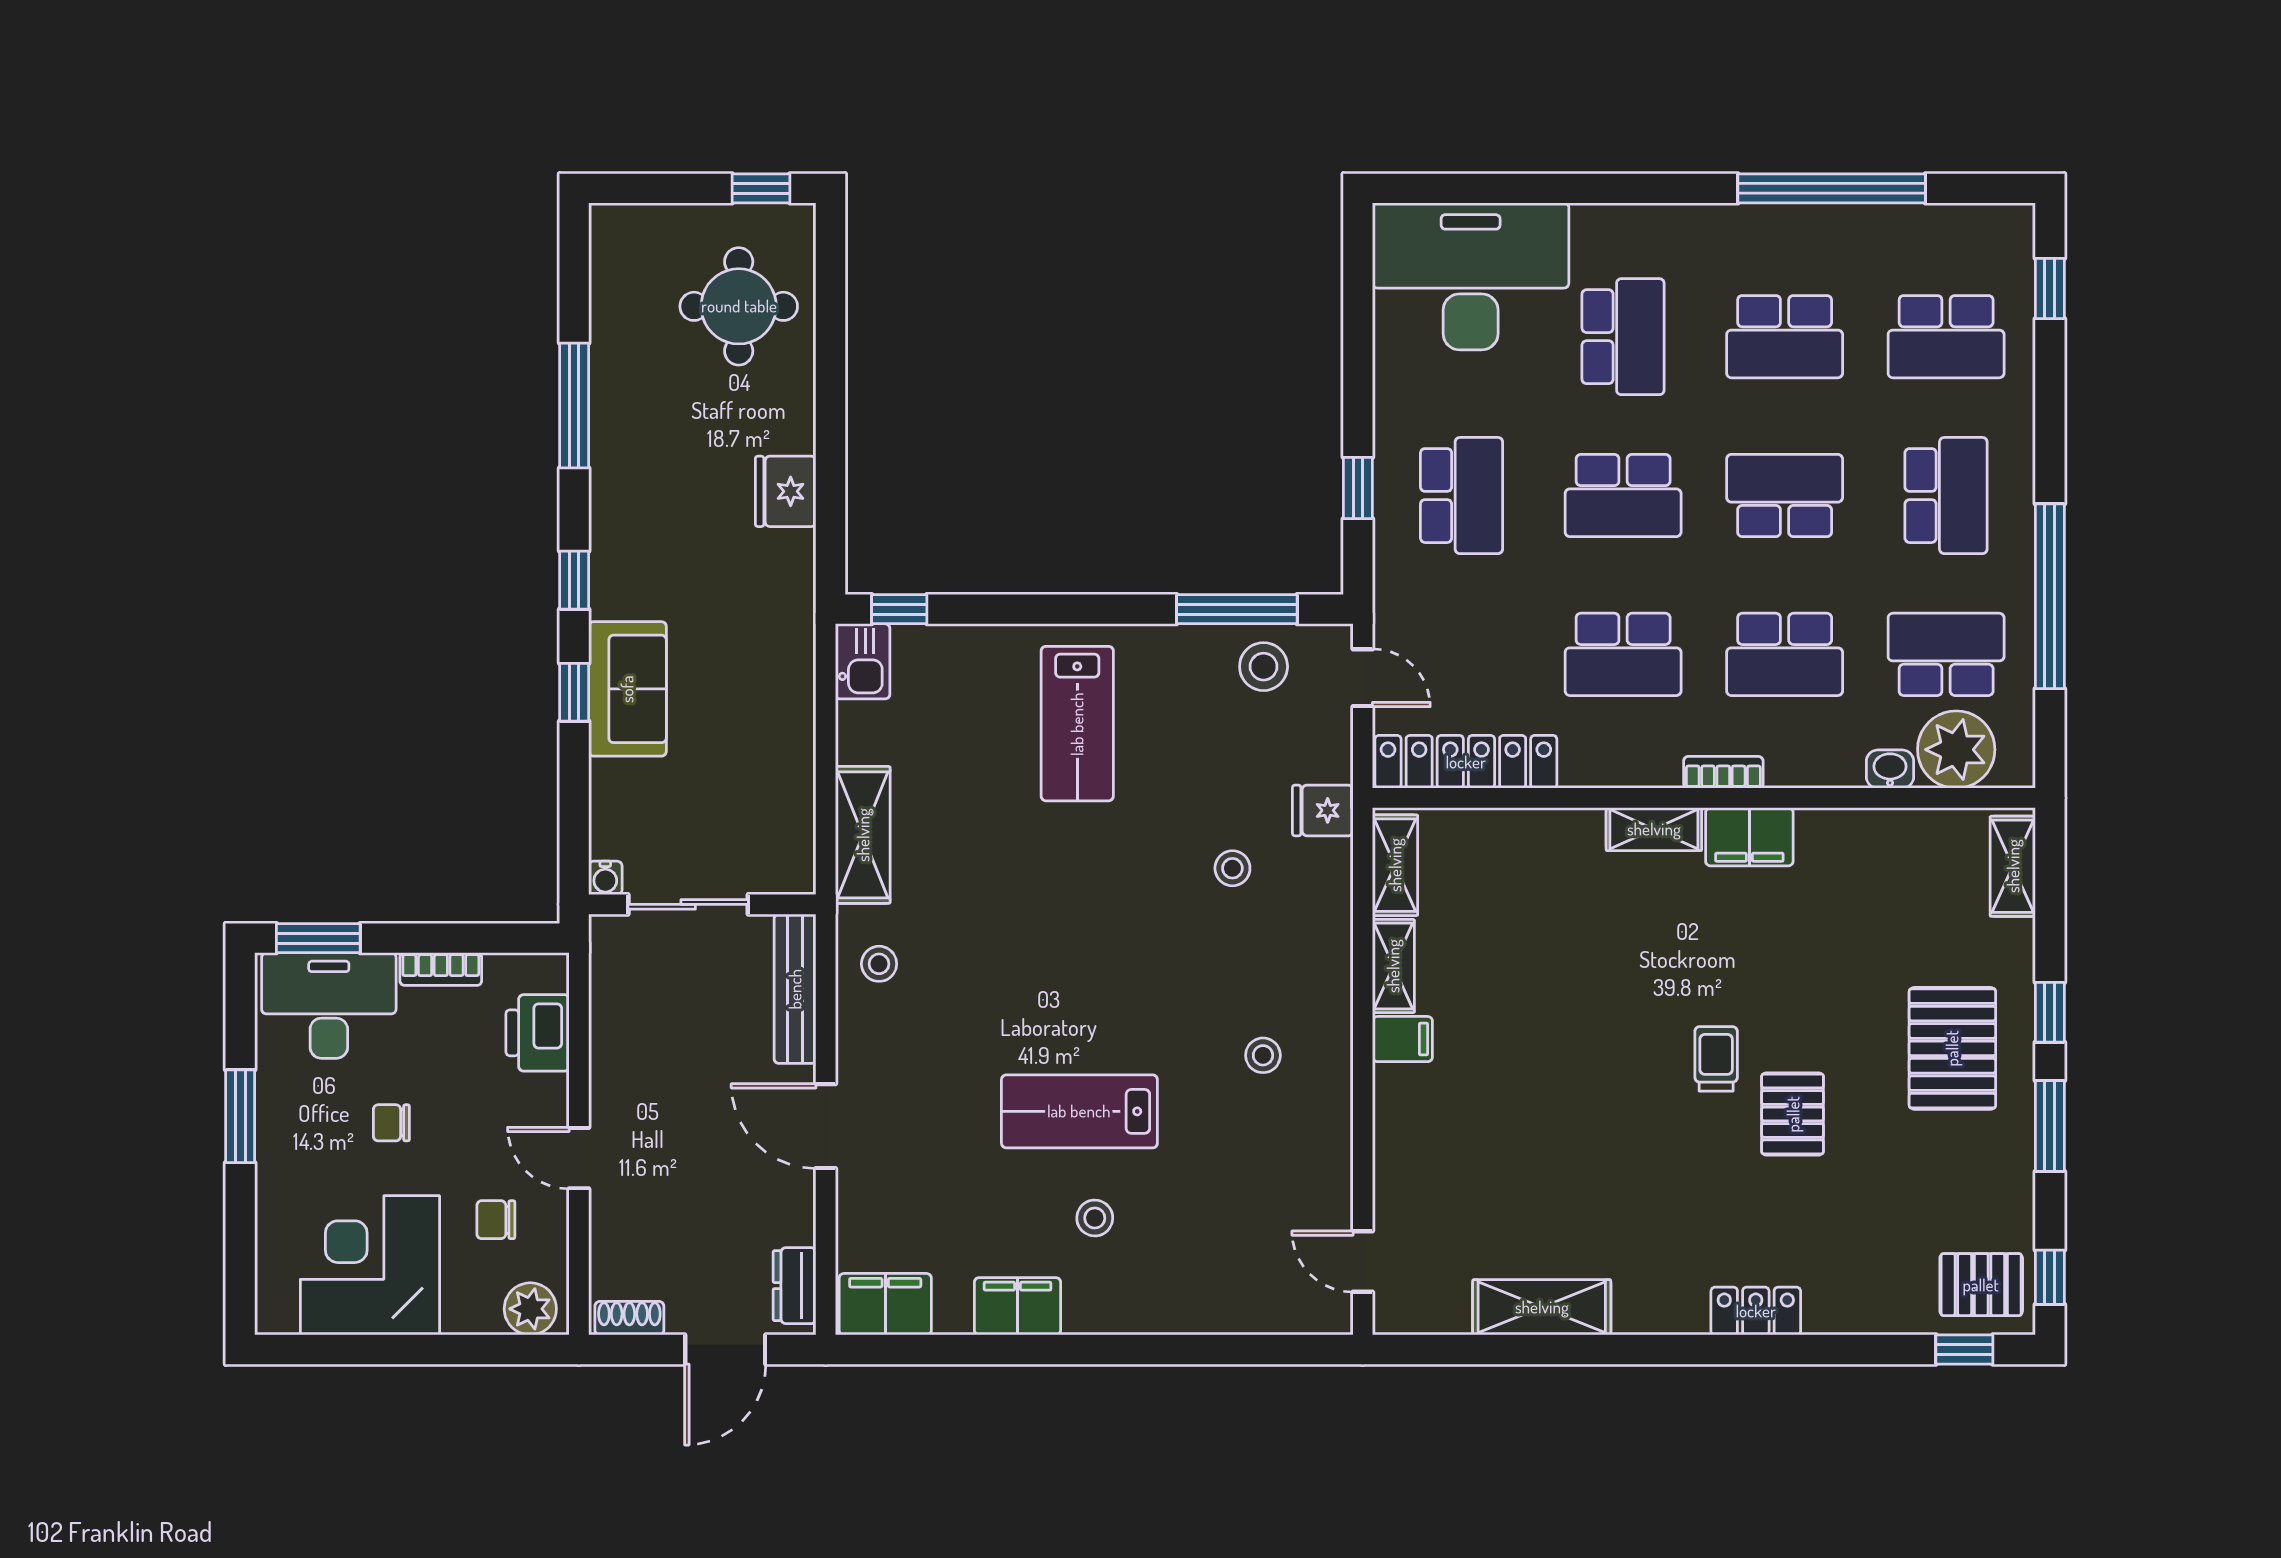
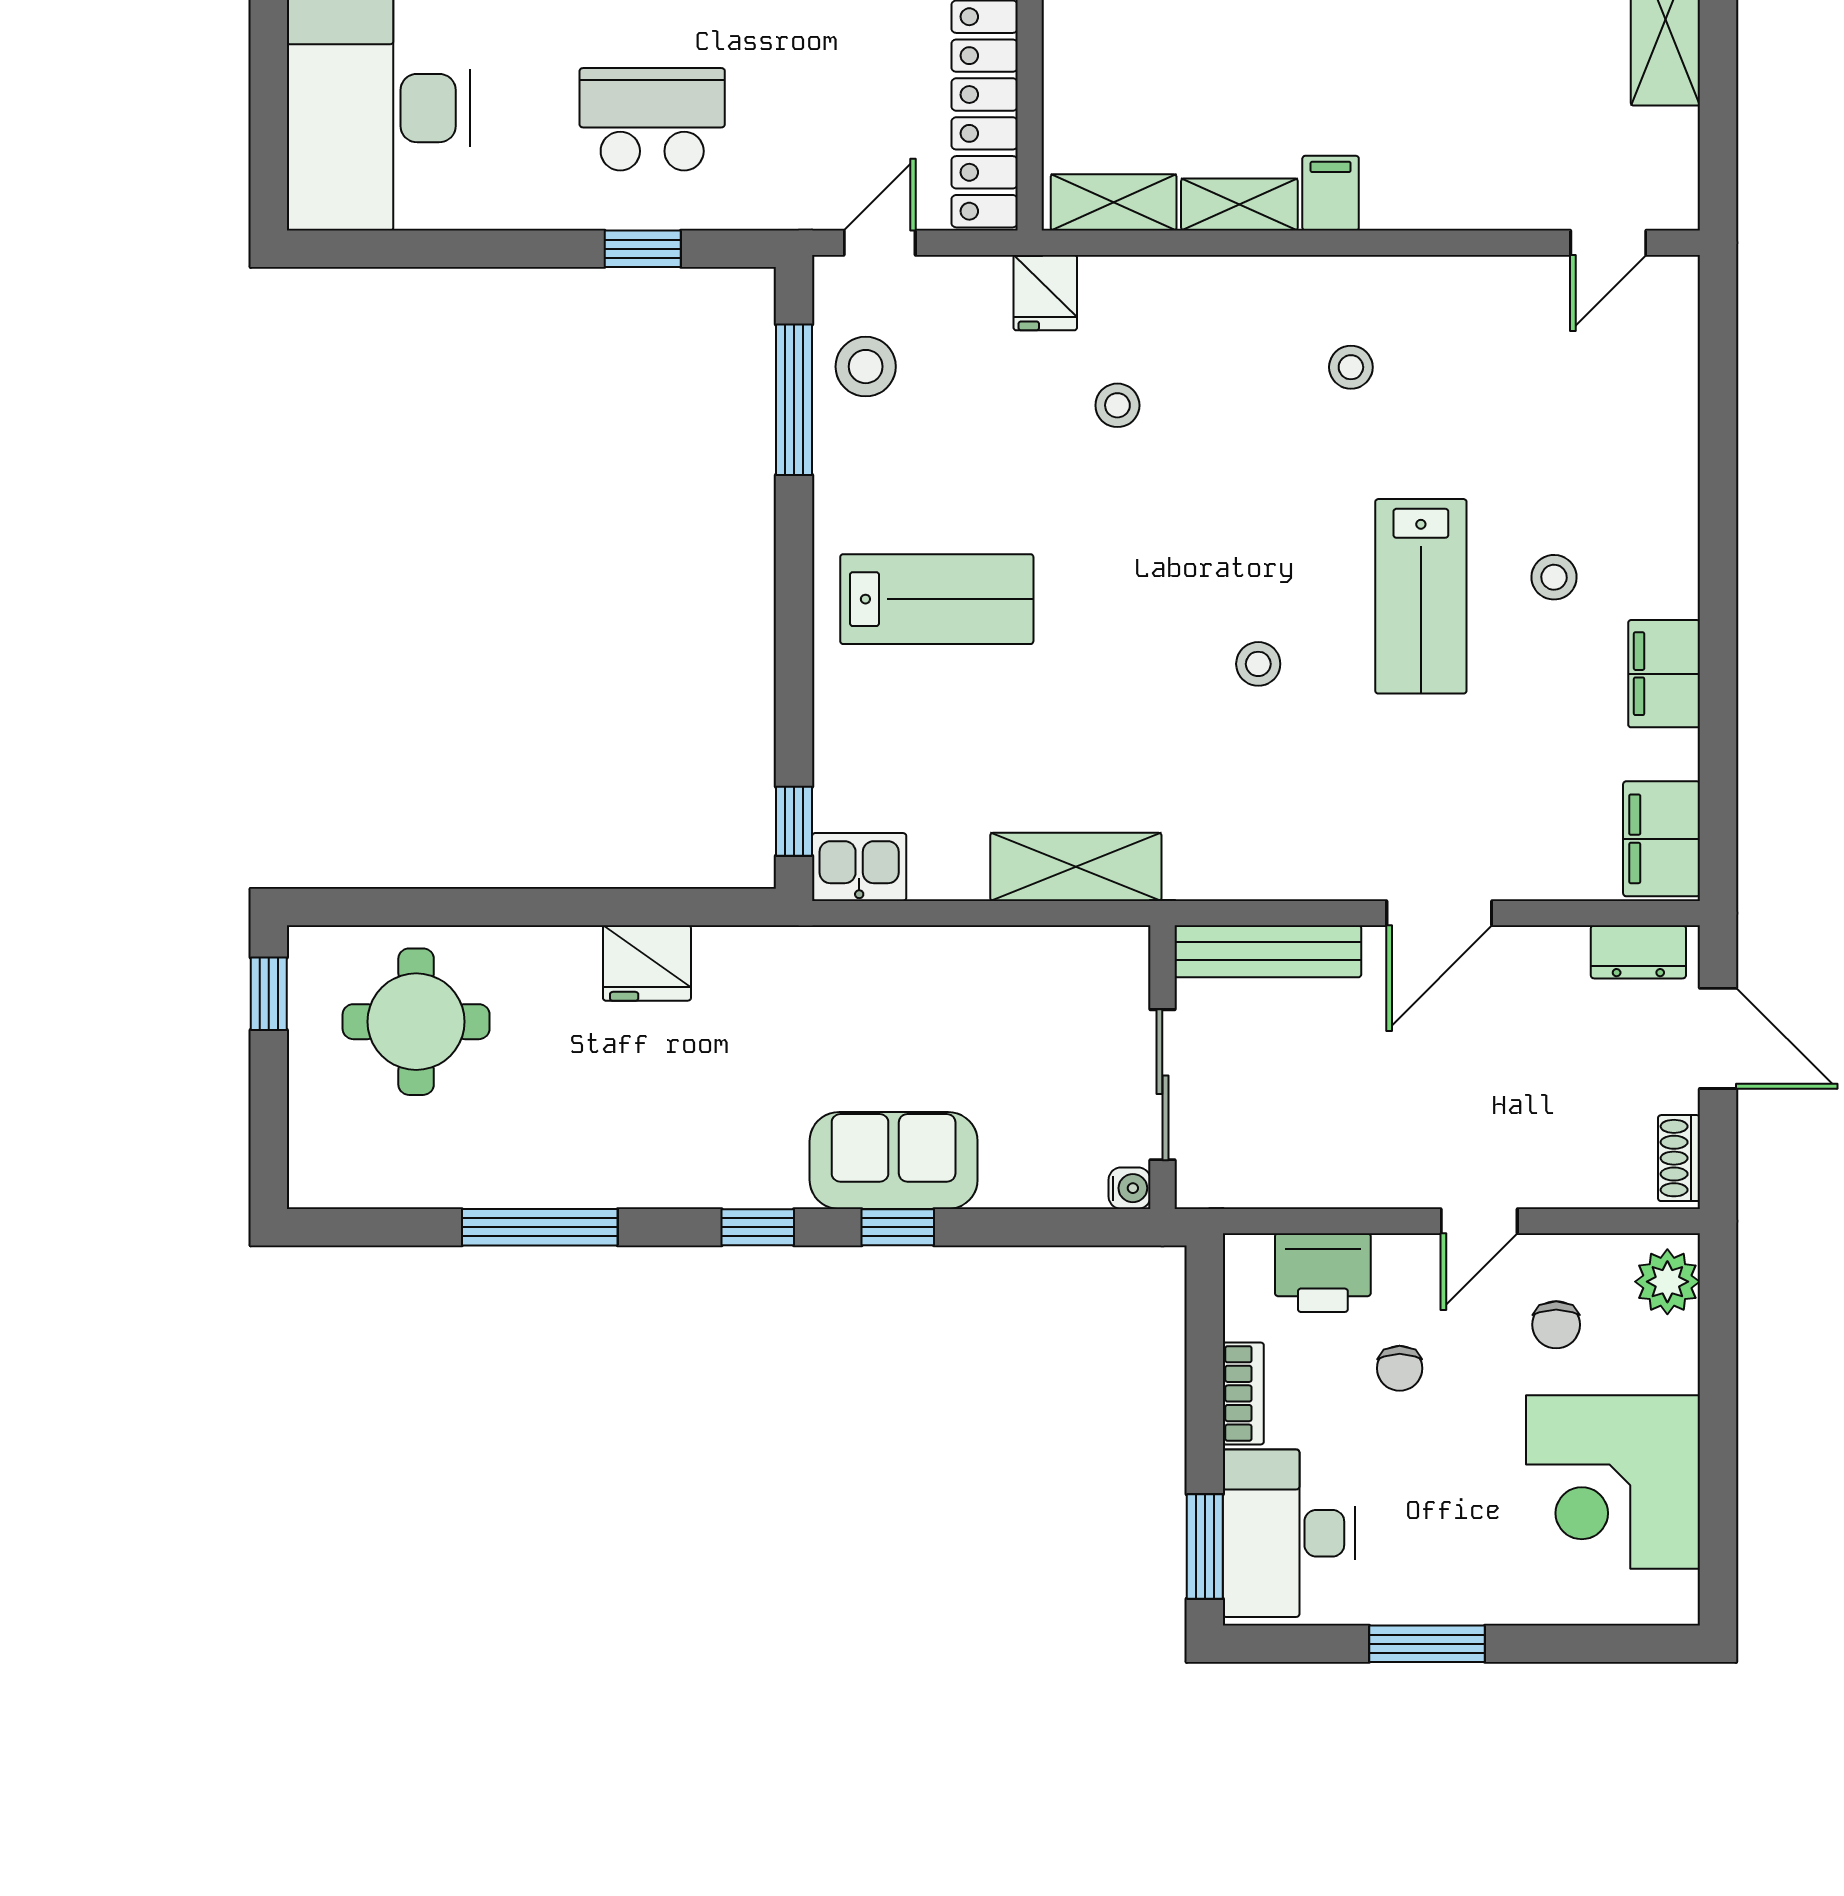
stool: (879, 964) -> (1258, 664), moved
chair: (391, 1123) -> (1400, 1368), moved

